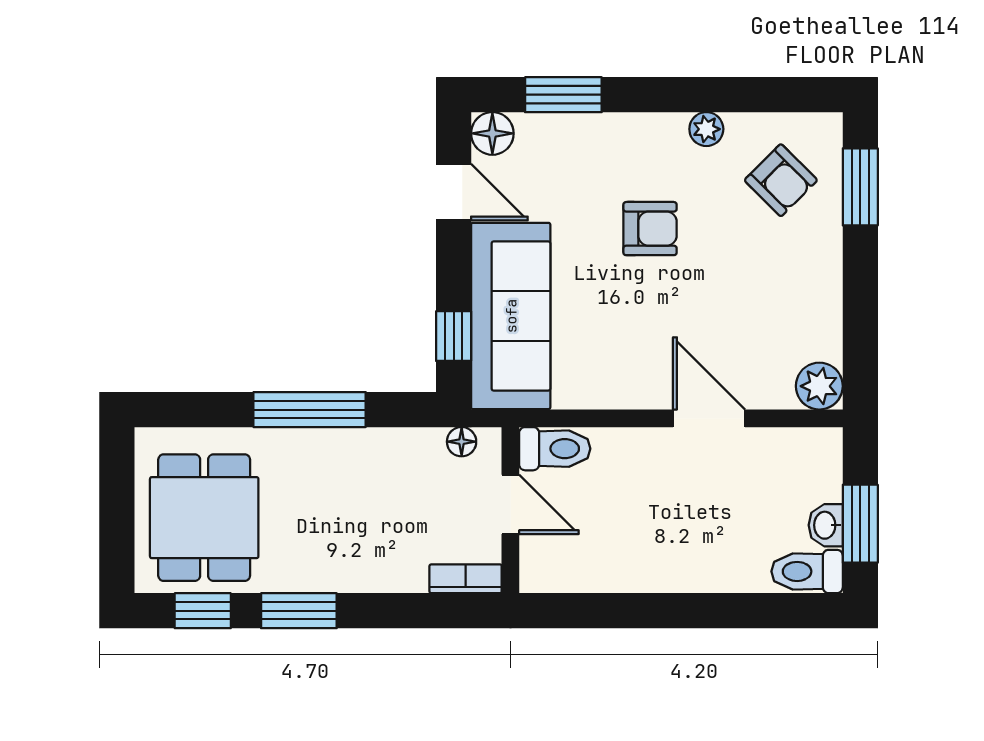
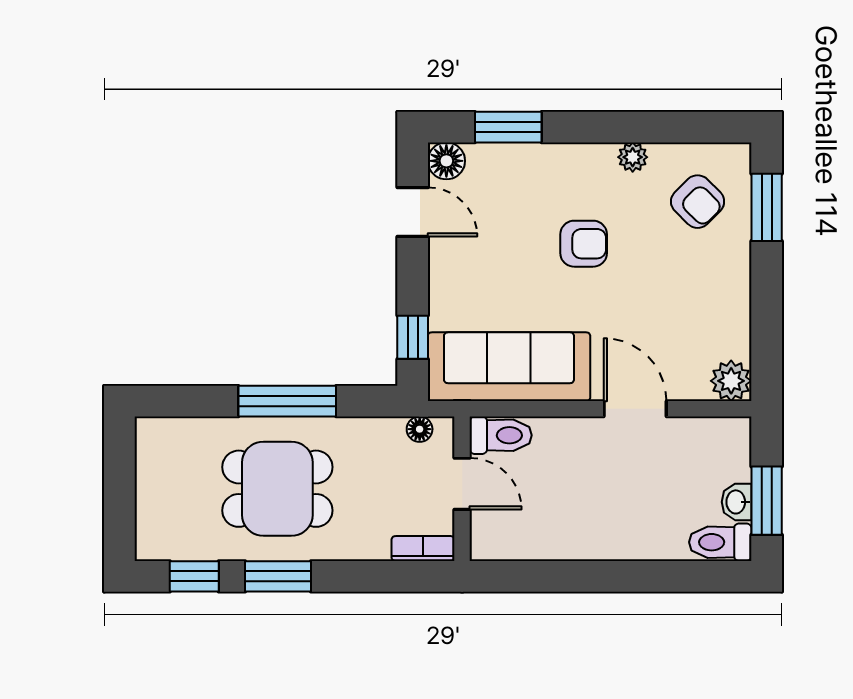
sofa: (511, 316) -> (509, 367), moved, turned -90
dining table: (204, 518) -> (277, 489), moved, turned 90

